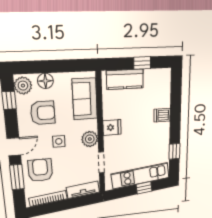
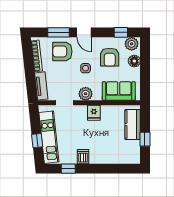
dishwasher: (162, 115) -> (83, 157), moved
armchair: (40, 170) -> (62, 51), turned 180

